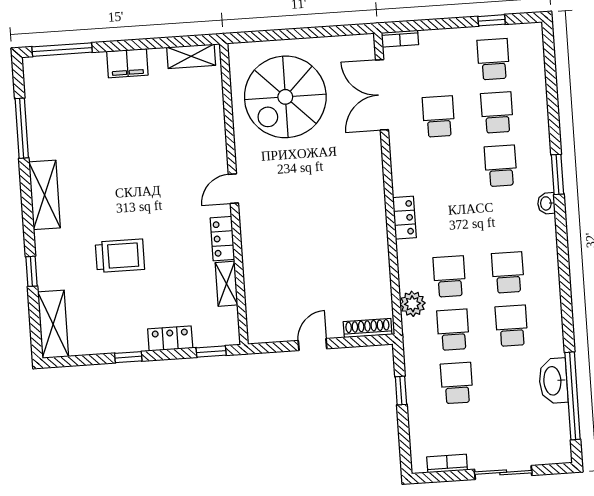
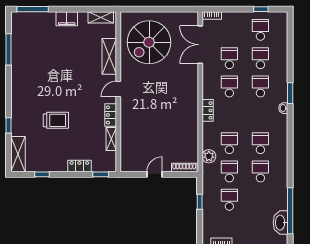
school desk: (442, 170) -> (229, 86), added
shelving: (45, 195) -> (109, 56), moved
window: (128, 357) -> (42, 174), moved
washbasin: (553, 381) -> (280, 223), moved

